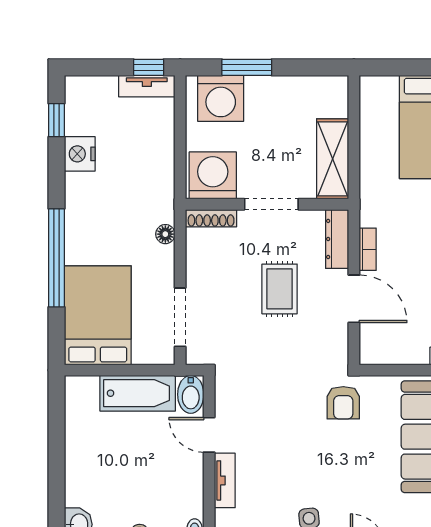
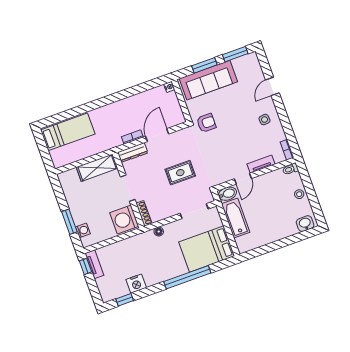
washing machine: (221, 98) -> (83, 230), width x0.53, depth x0.53
rug: (280, 289) -> (180, 173), moved

